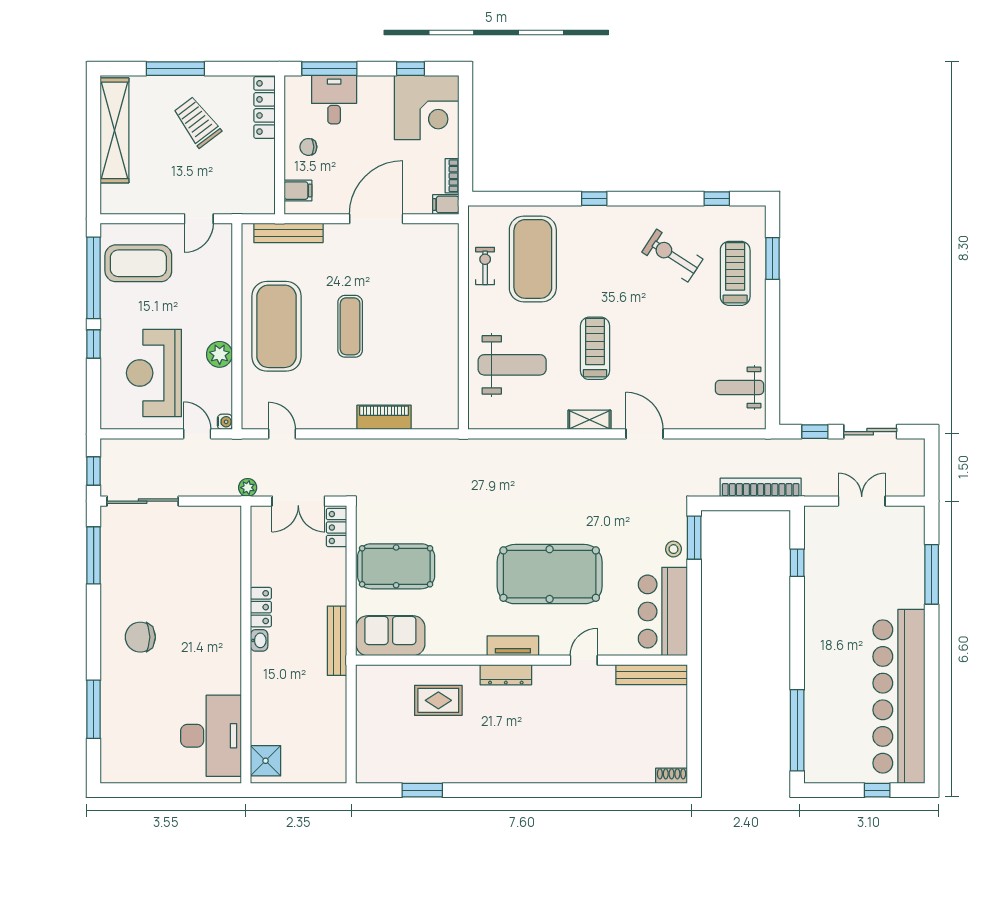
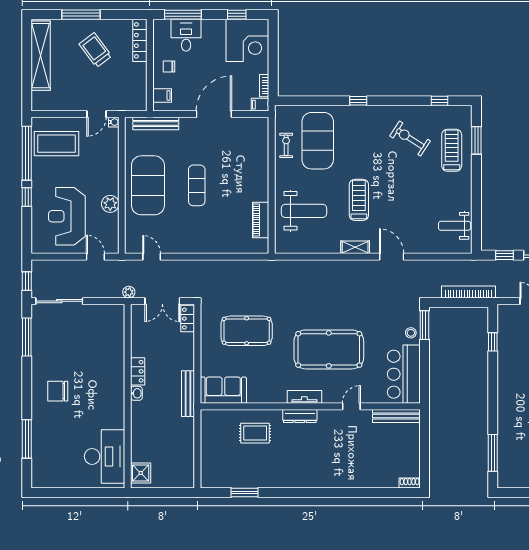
piano: (384, 417) -> (261, 220), moved, turned -90
water cooler: (225, 422) -> (114, 122), moved
pool table: (396, 566) -> (247, 331), moved
window: (797, 730) -> (493, 453), width x0.68

